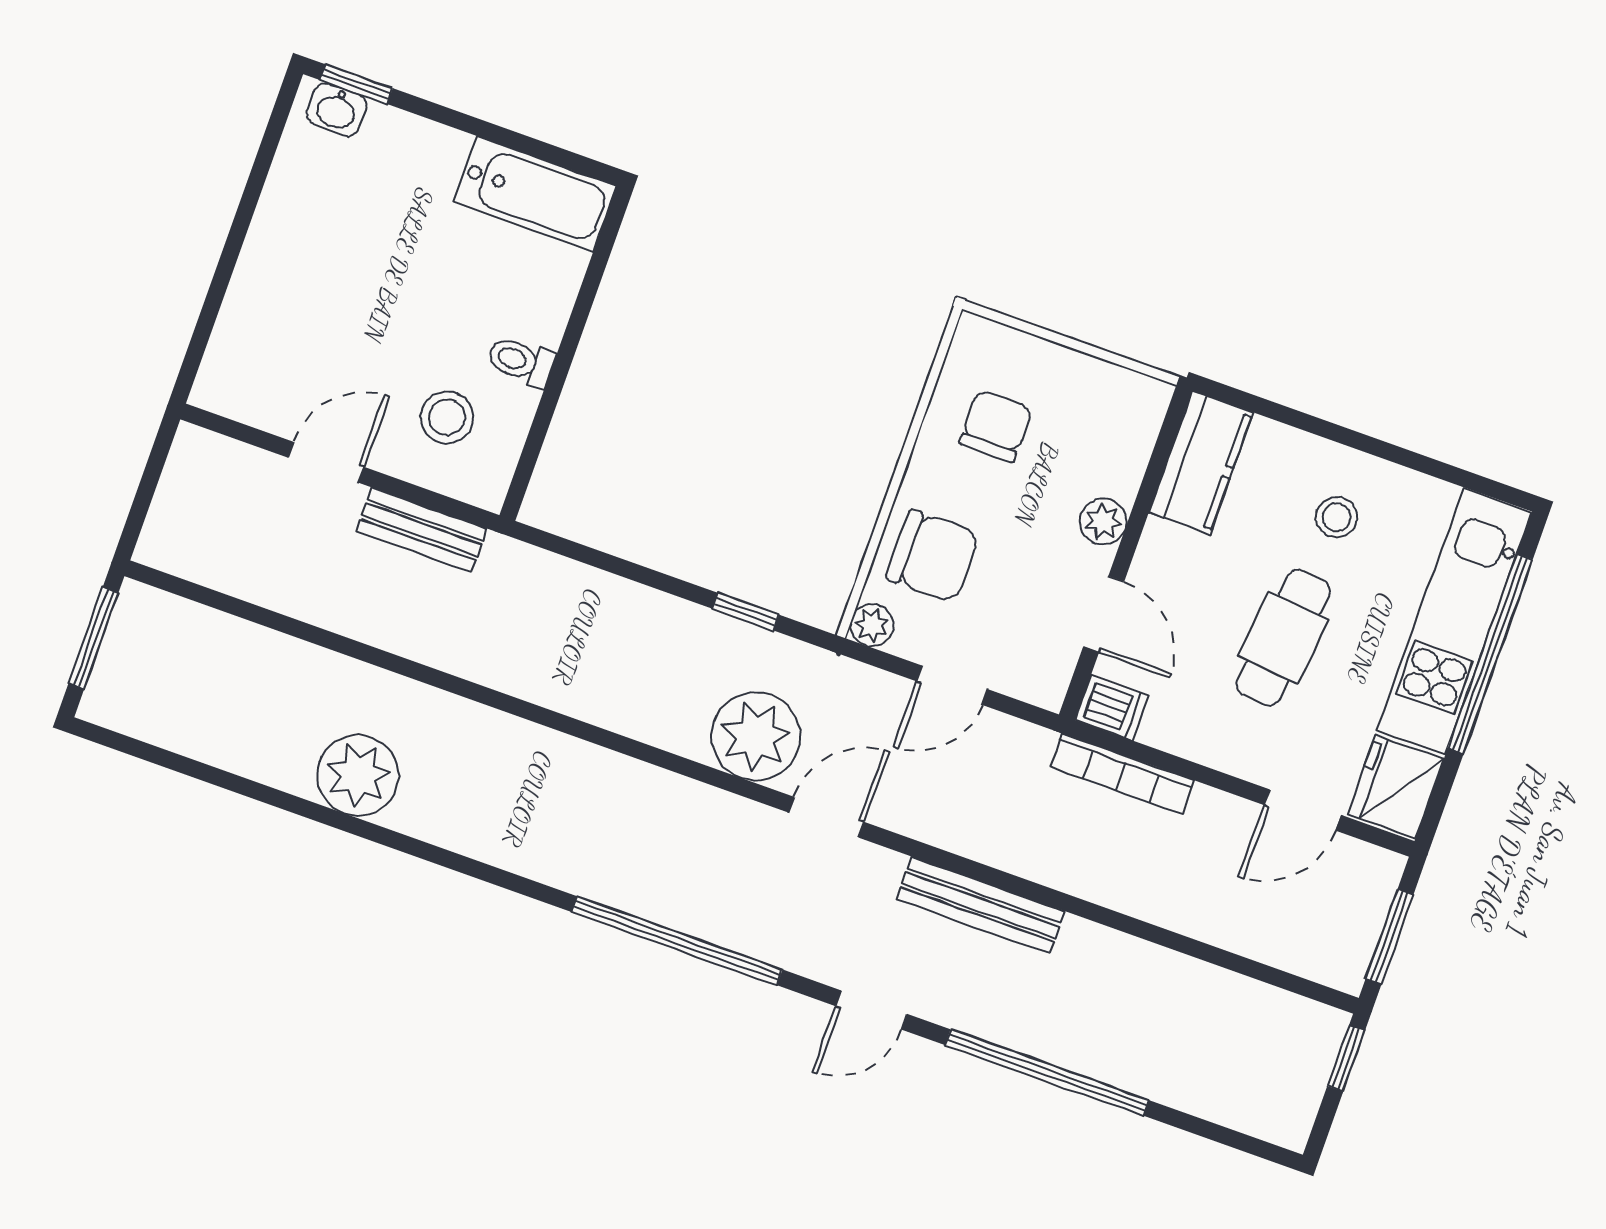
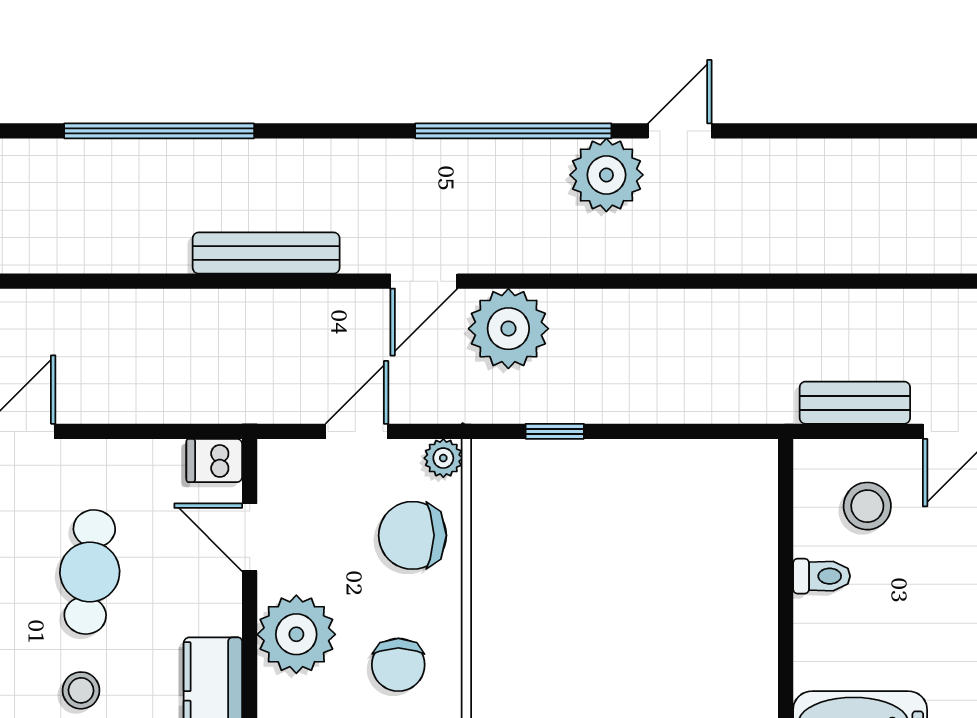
plant: (1103, 522) -> (296, 634), width x1.87, depth x1.87
bookcase: (1122, 774) -> (186, 408), removed
plant: (358, 775) -> (606, 175), moved
door: (871, 1010) -> (680, 131), moved

